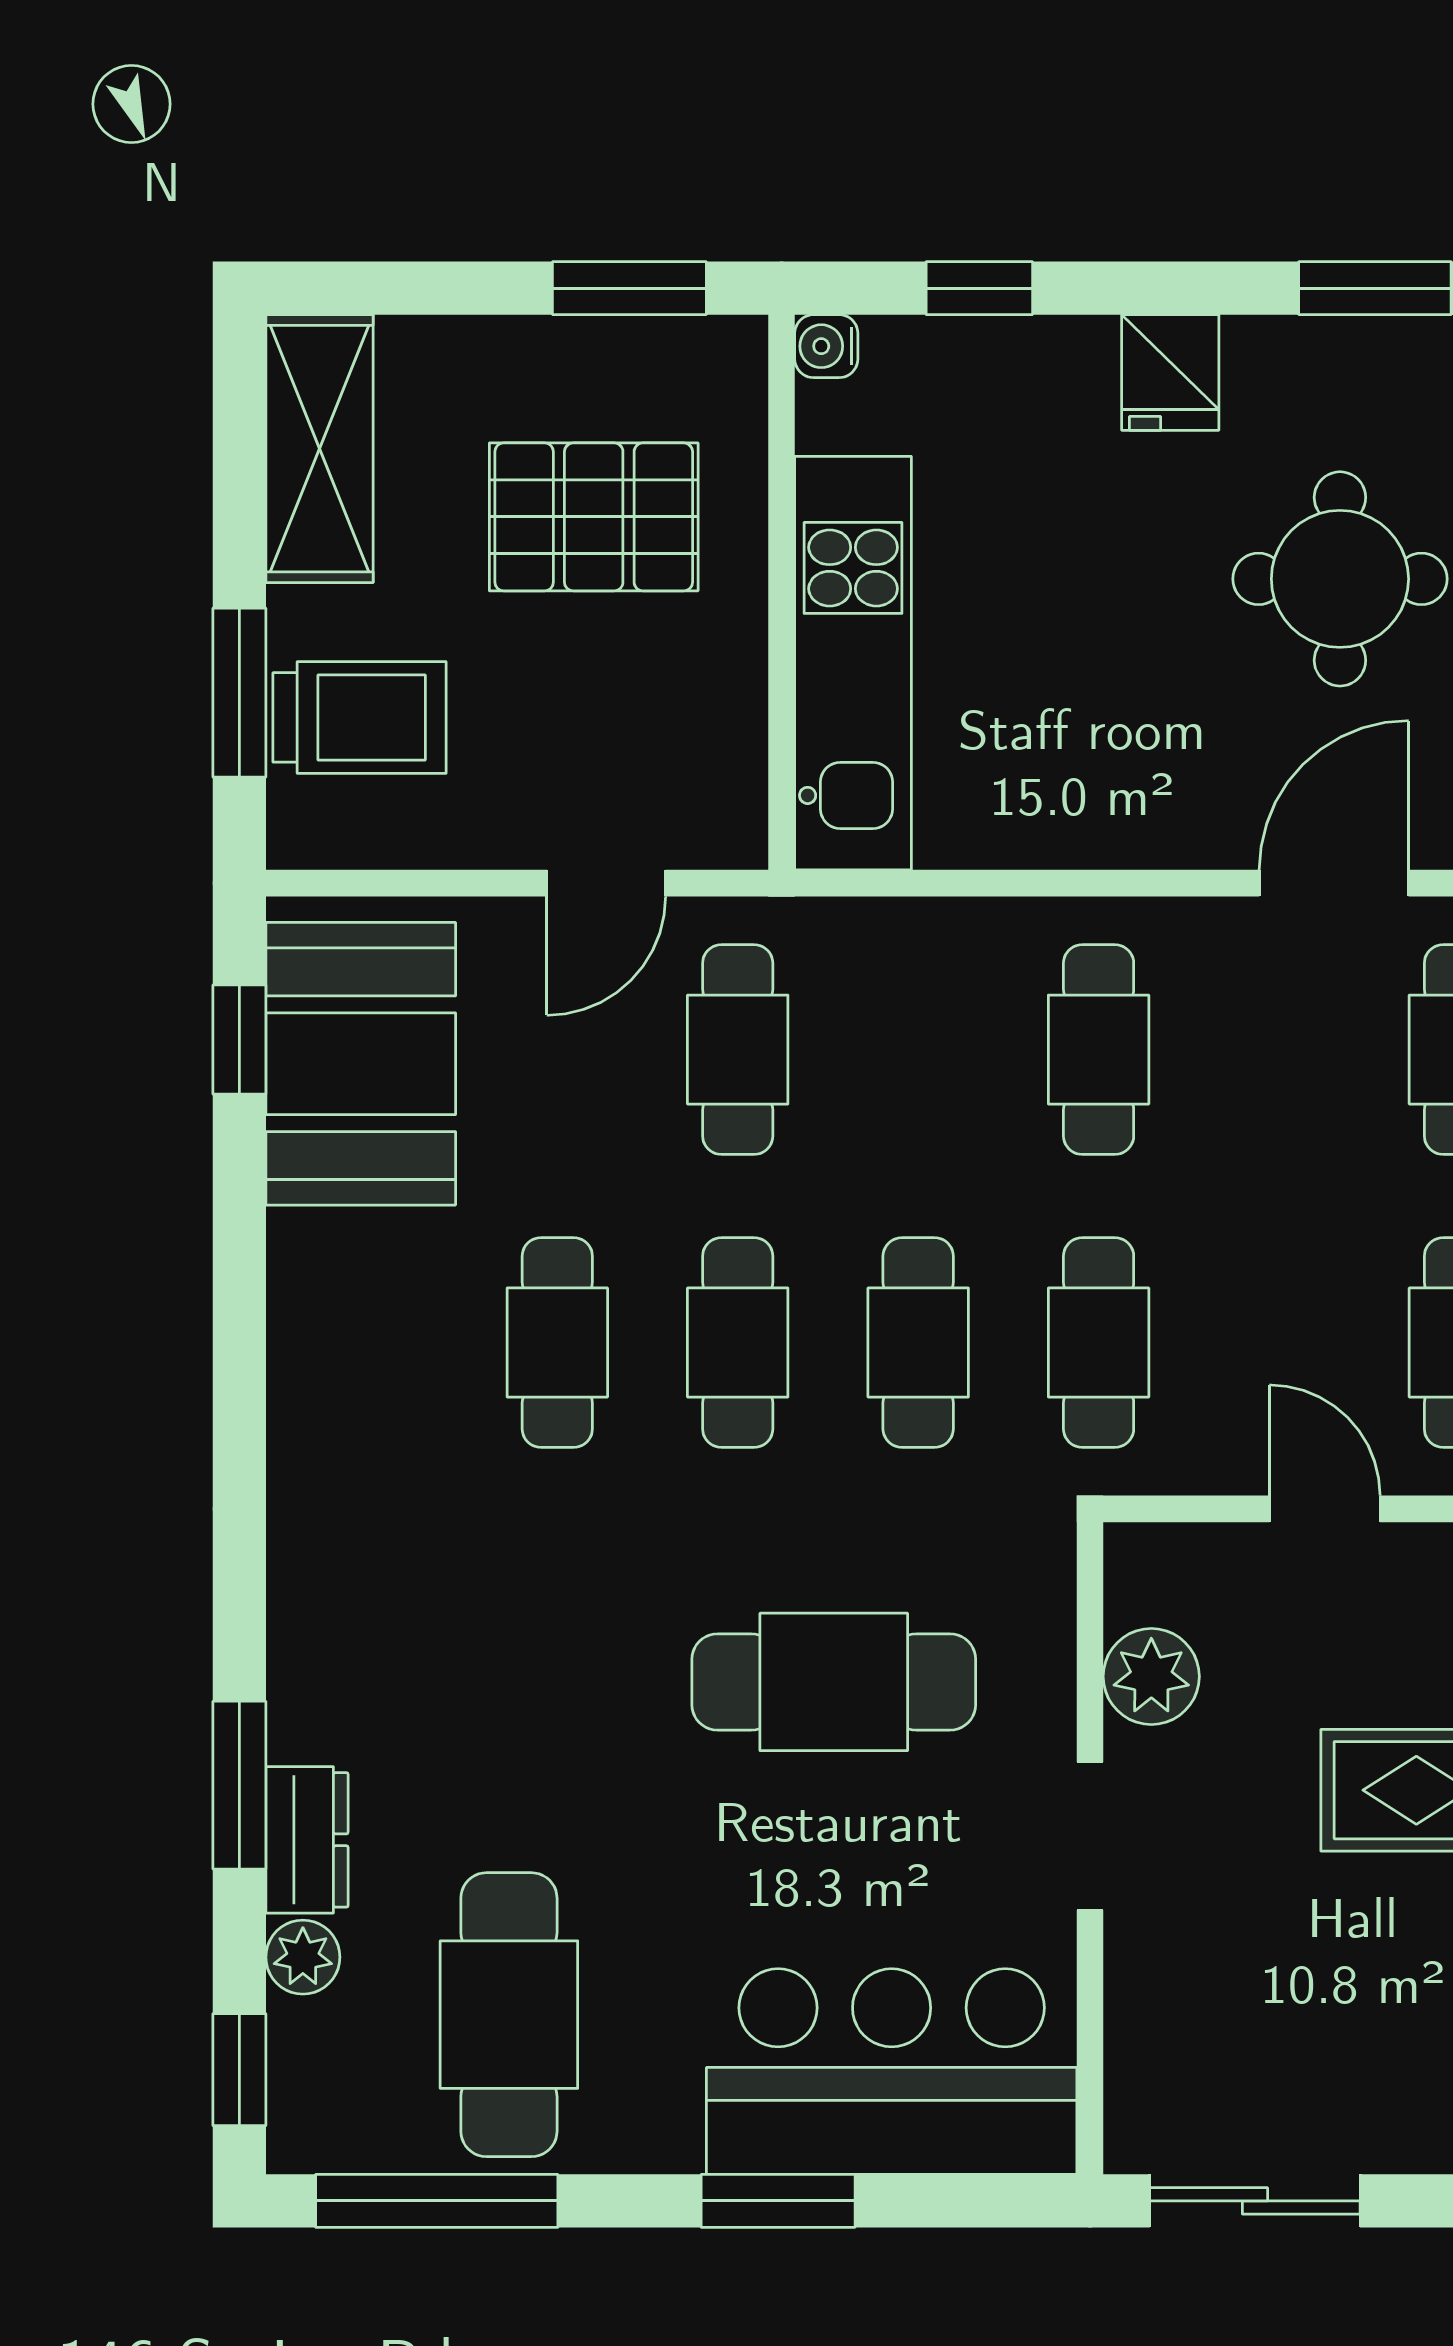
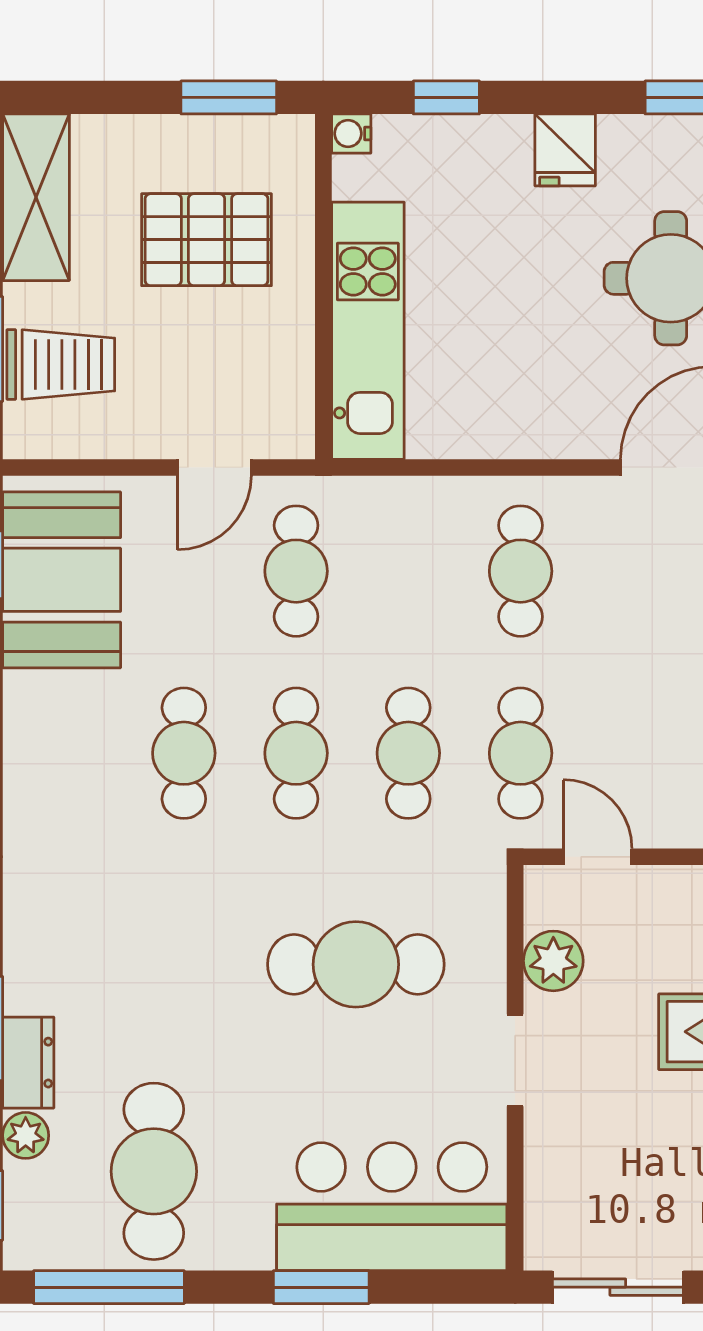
door: (1325, 1509) -> (597, 857), moved

